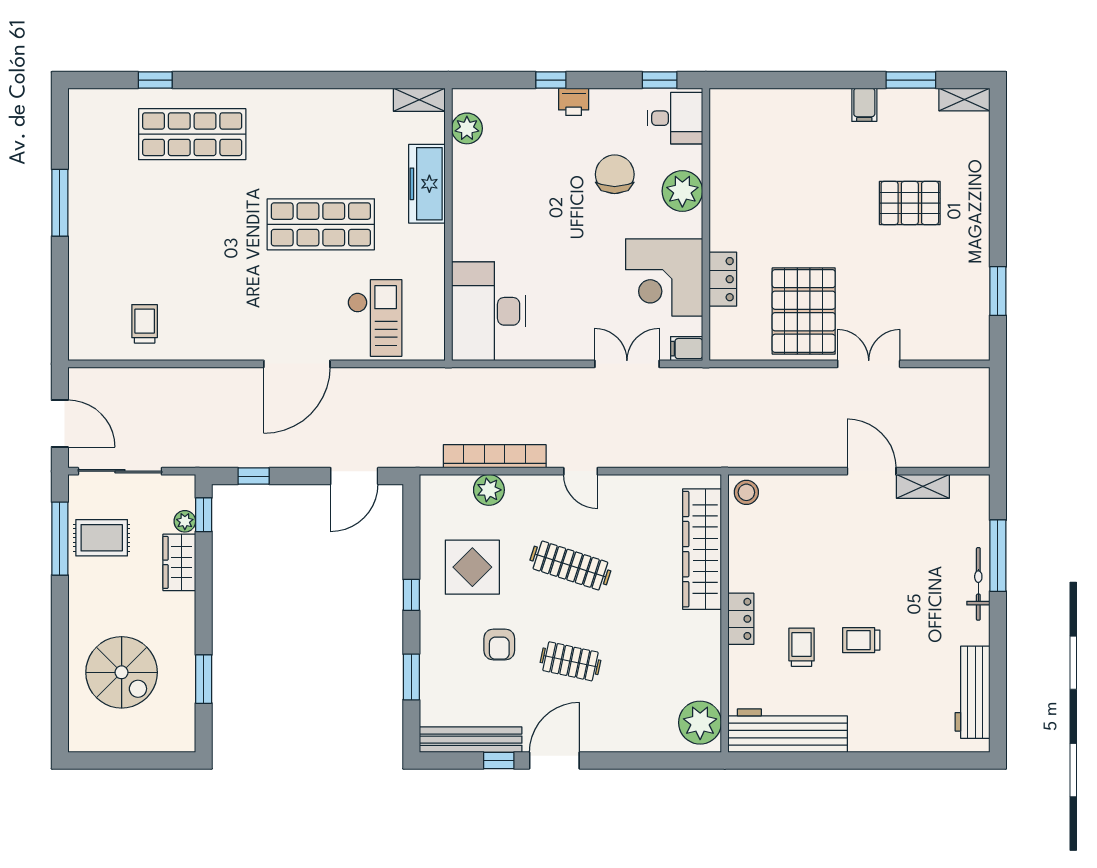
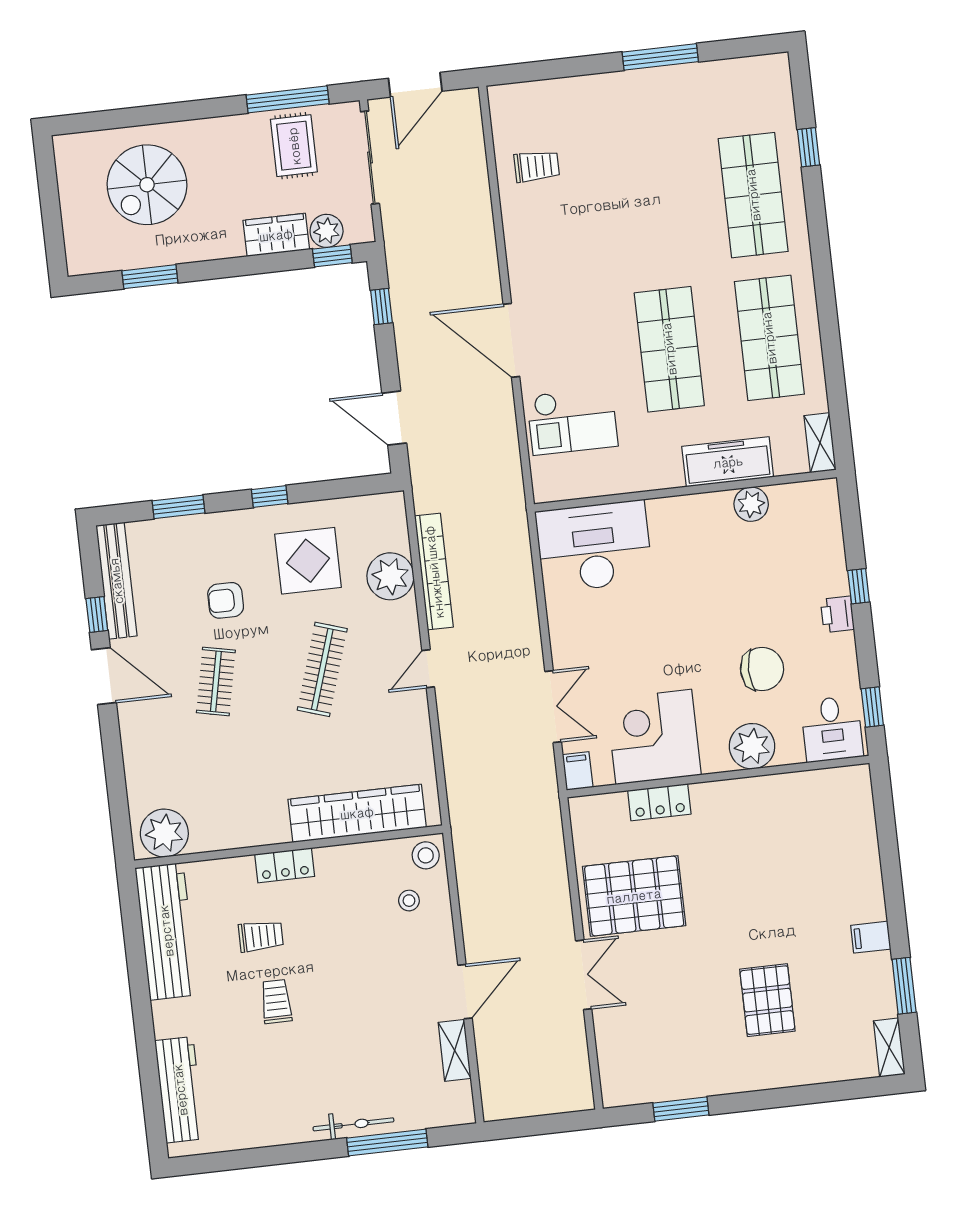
plant: (467, 128) -> (751, 504), moved
shop shelf: (321, 134) -> (769, 338), added
plant: (489, 490) -> (390, 576), width x1.36, depth x1.36
stool: (785, 512) -> (409, 901), added
plant: (185, 521) -> (327, 231), width x1.38, depth x1.38
workbench: (972, 692) -> (180, 1090), moved, turned 90

